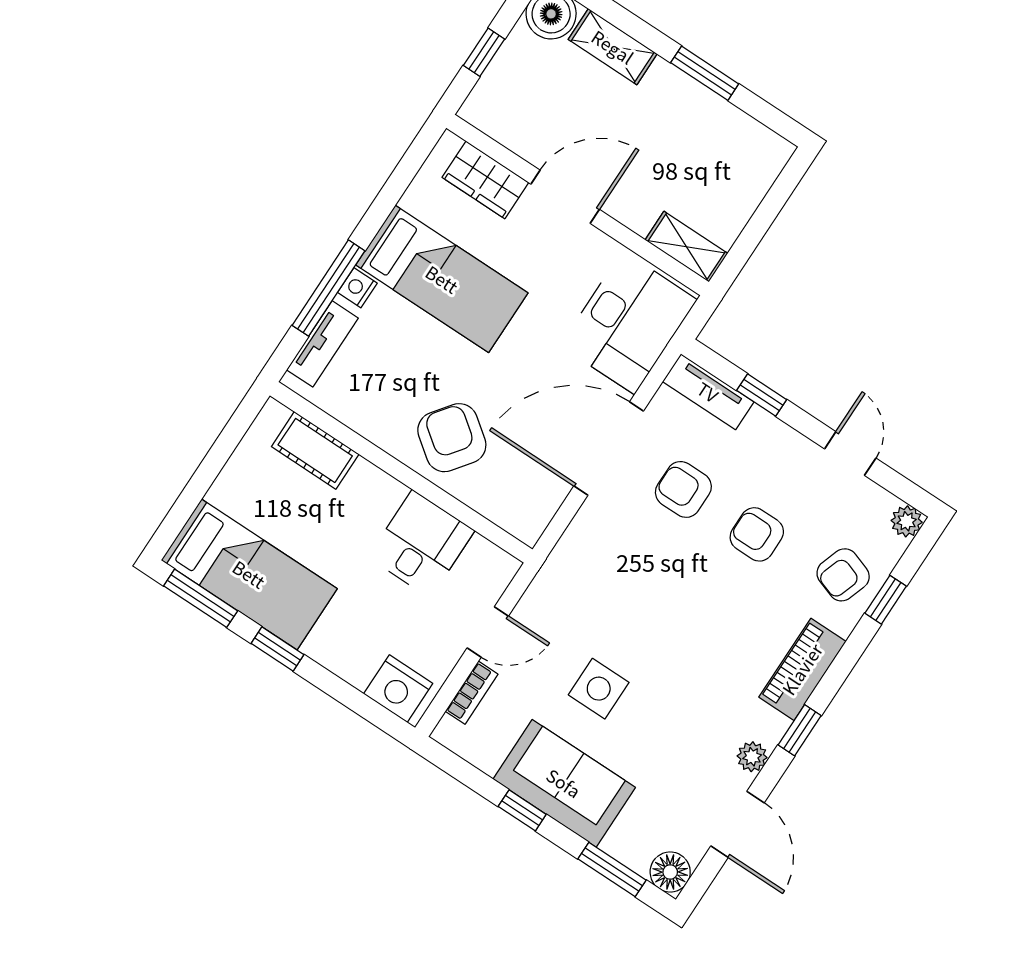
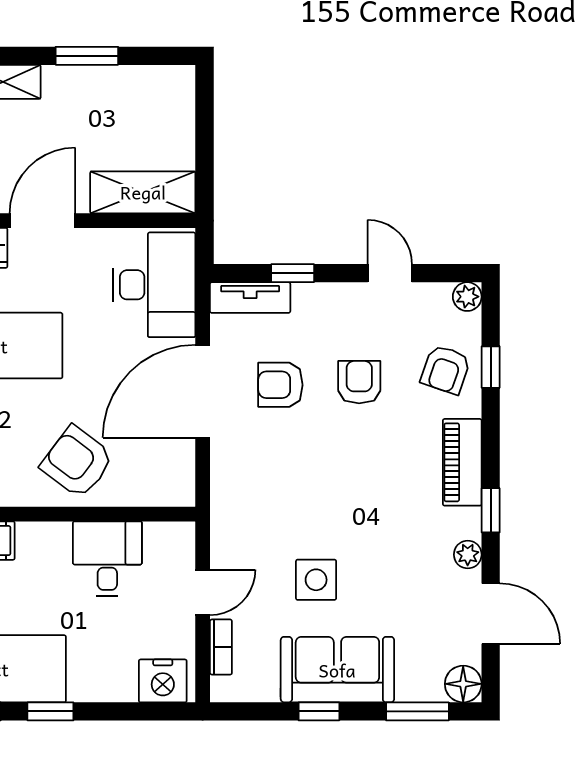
shelving: (686, 247) -> (143, 192), width x1.50, depth x1.33
armchair: (757, 534) -> (359, 382), turned 90

